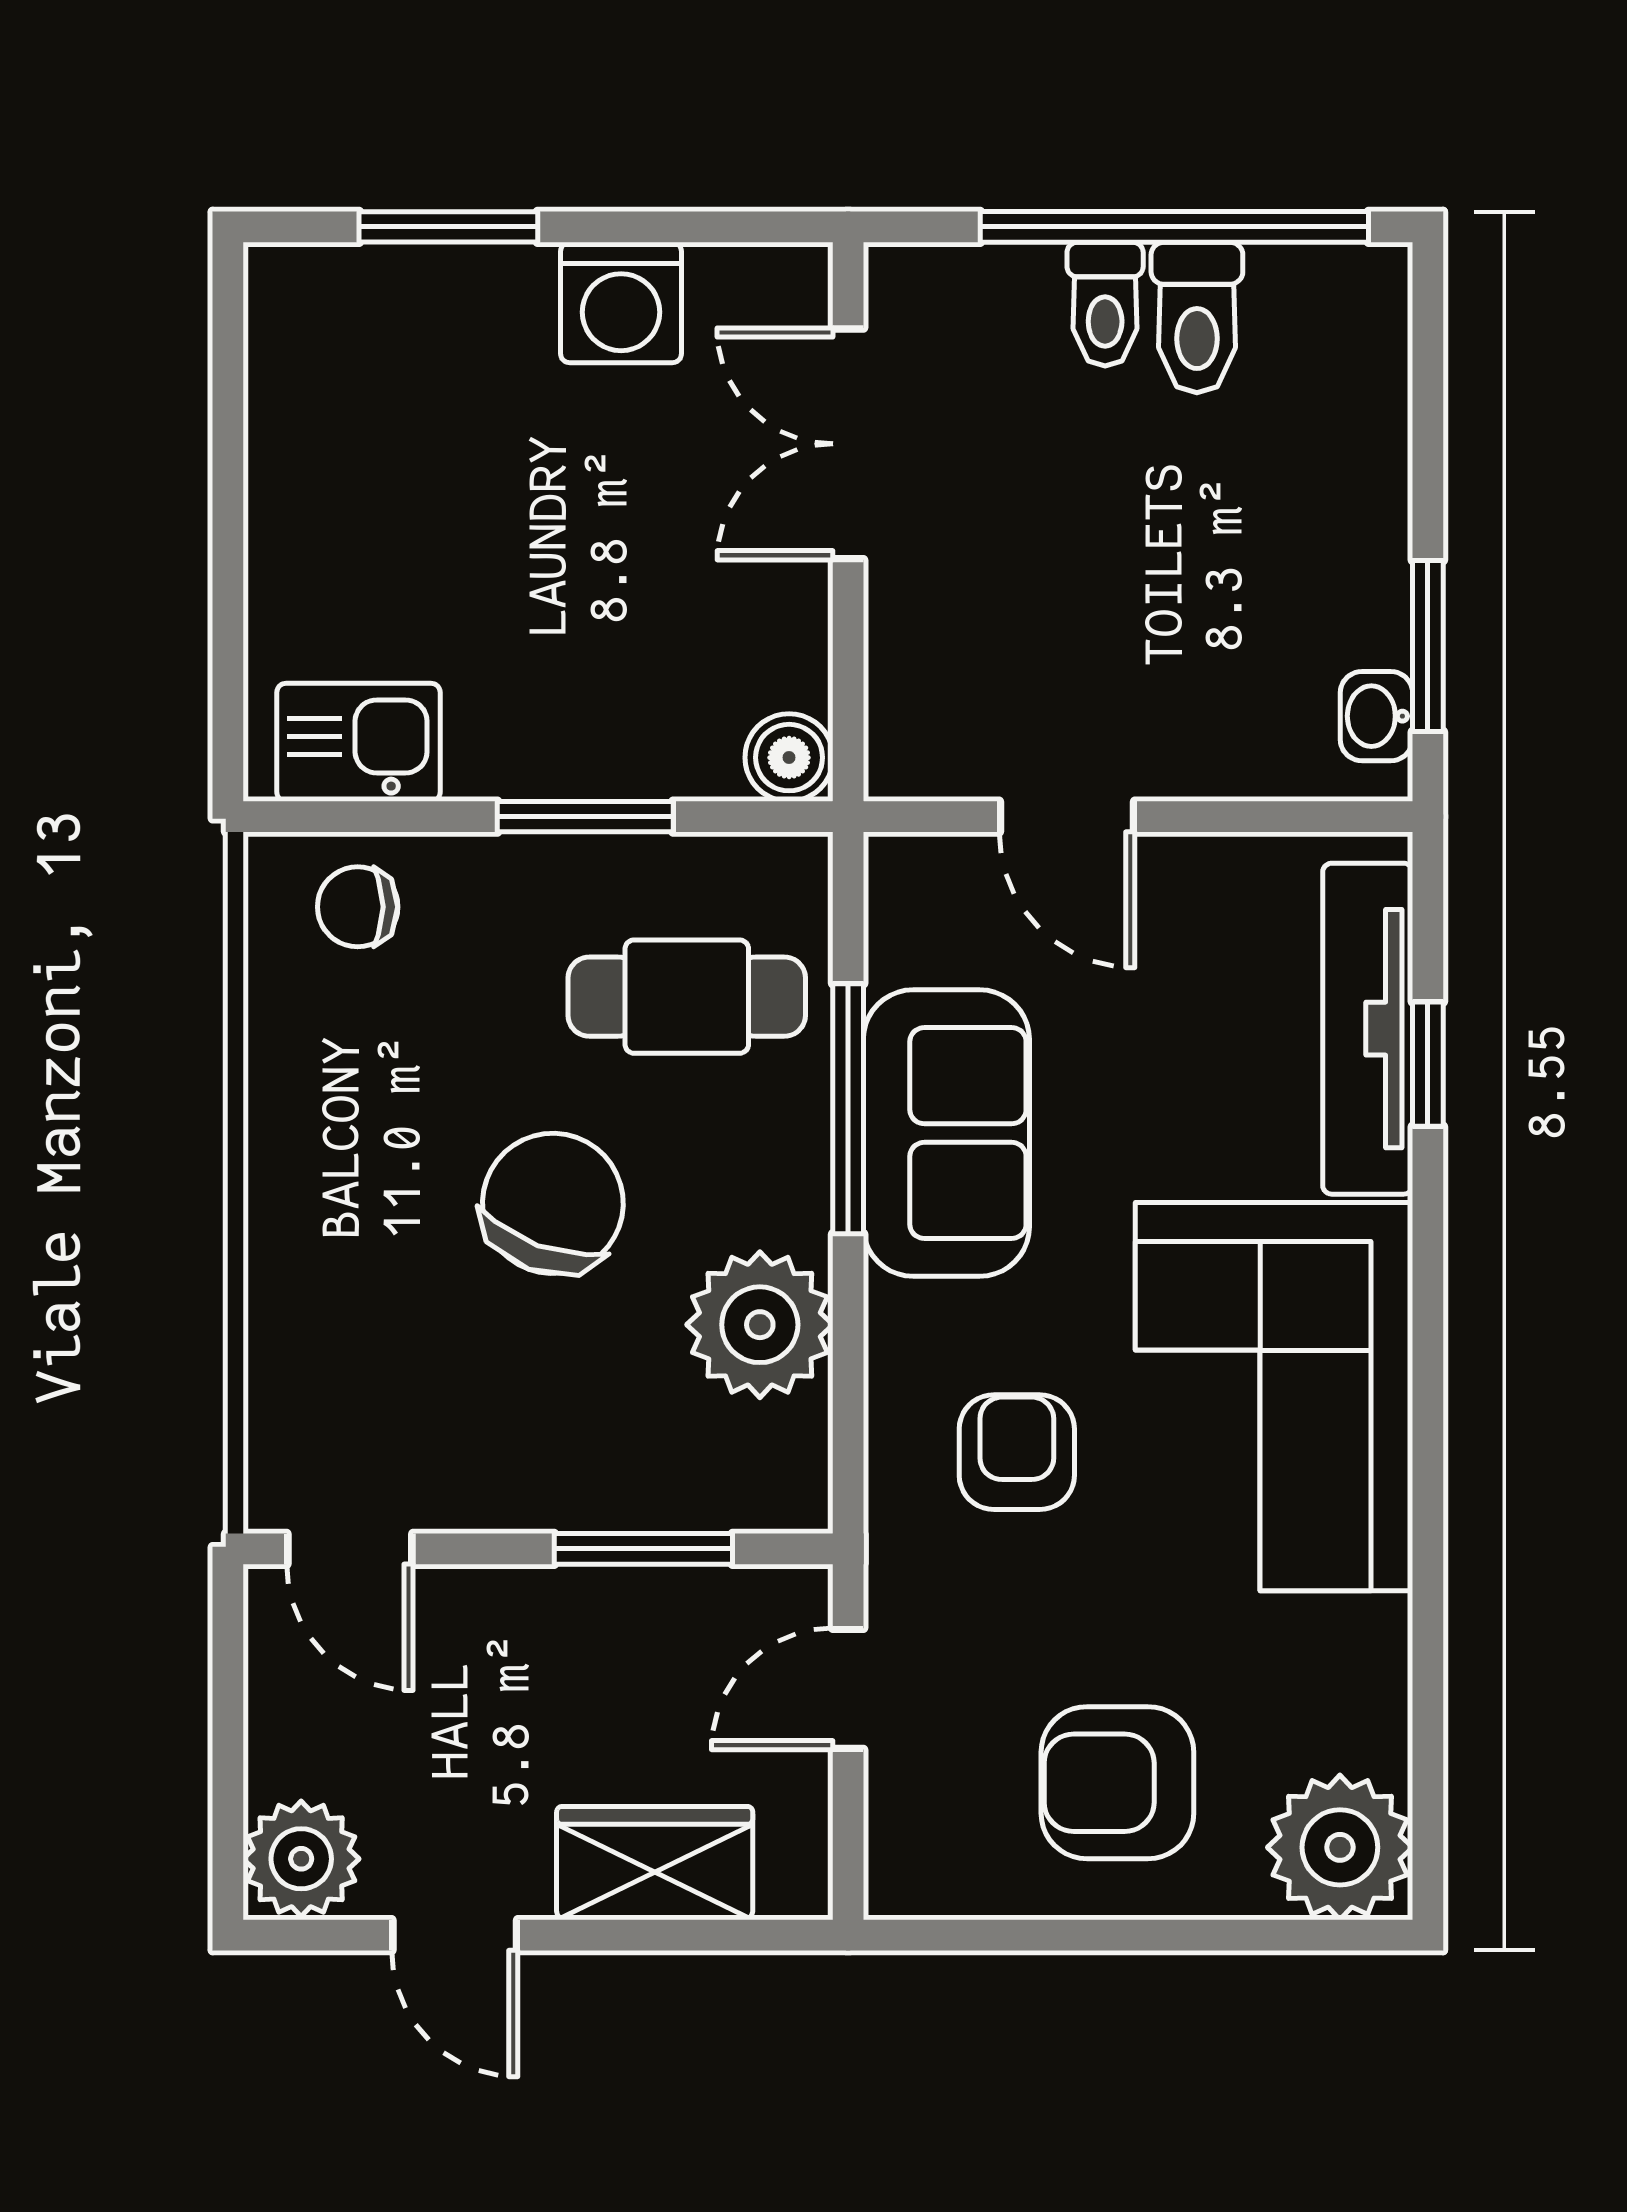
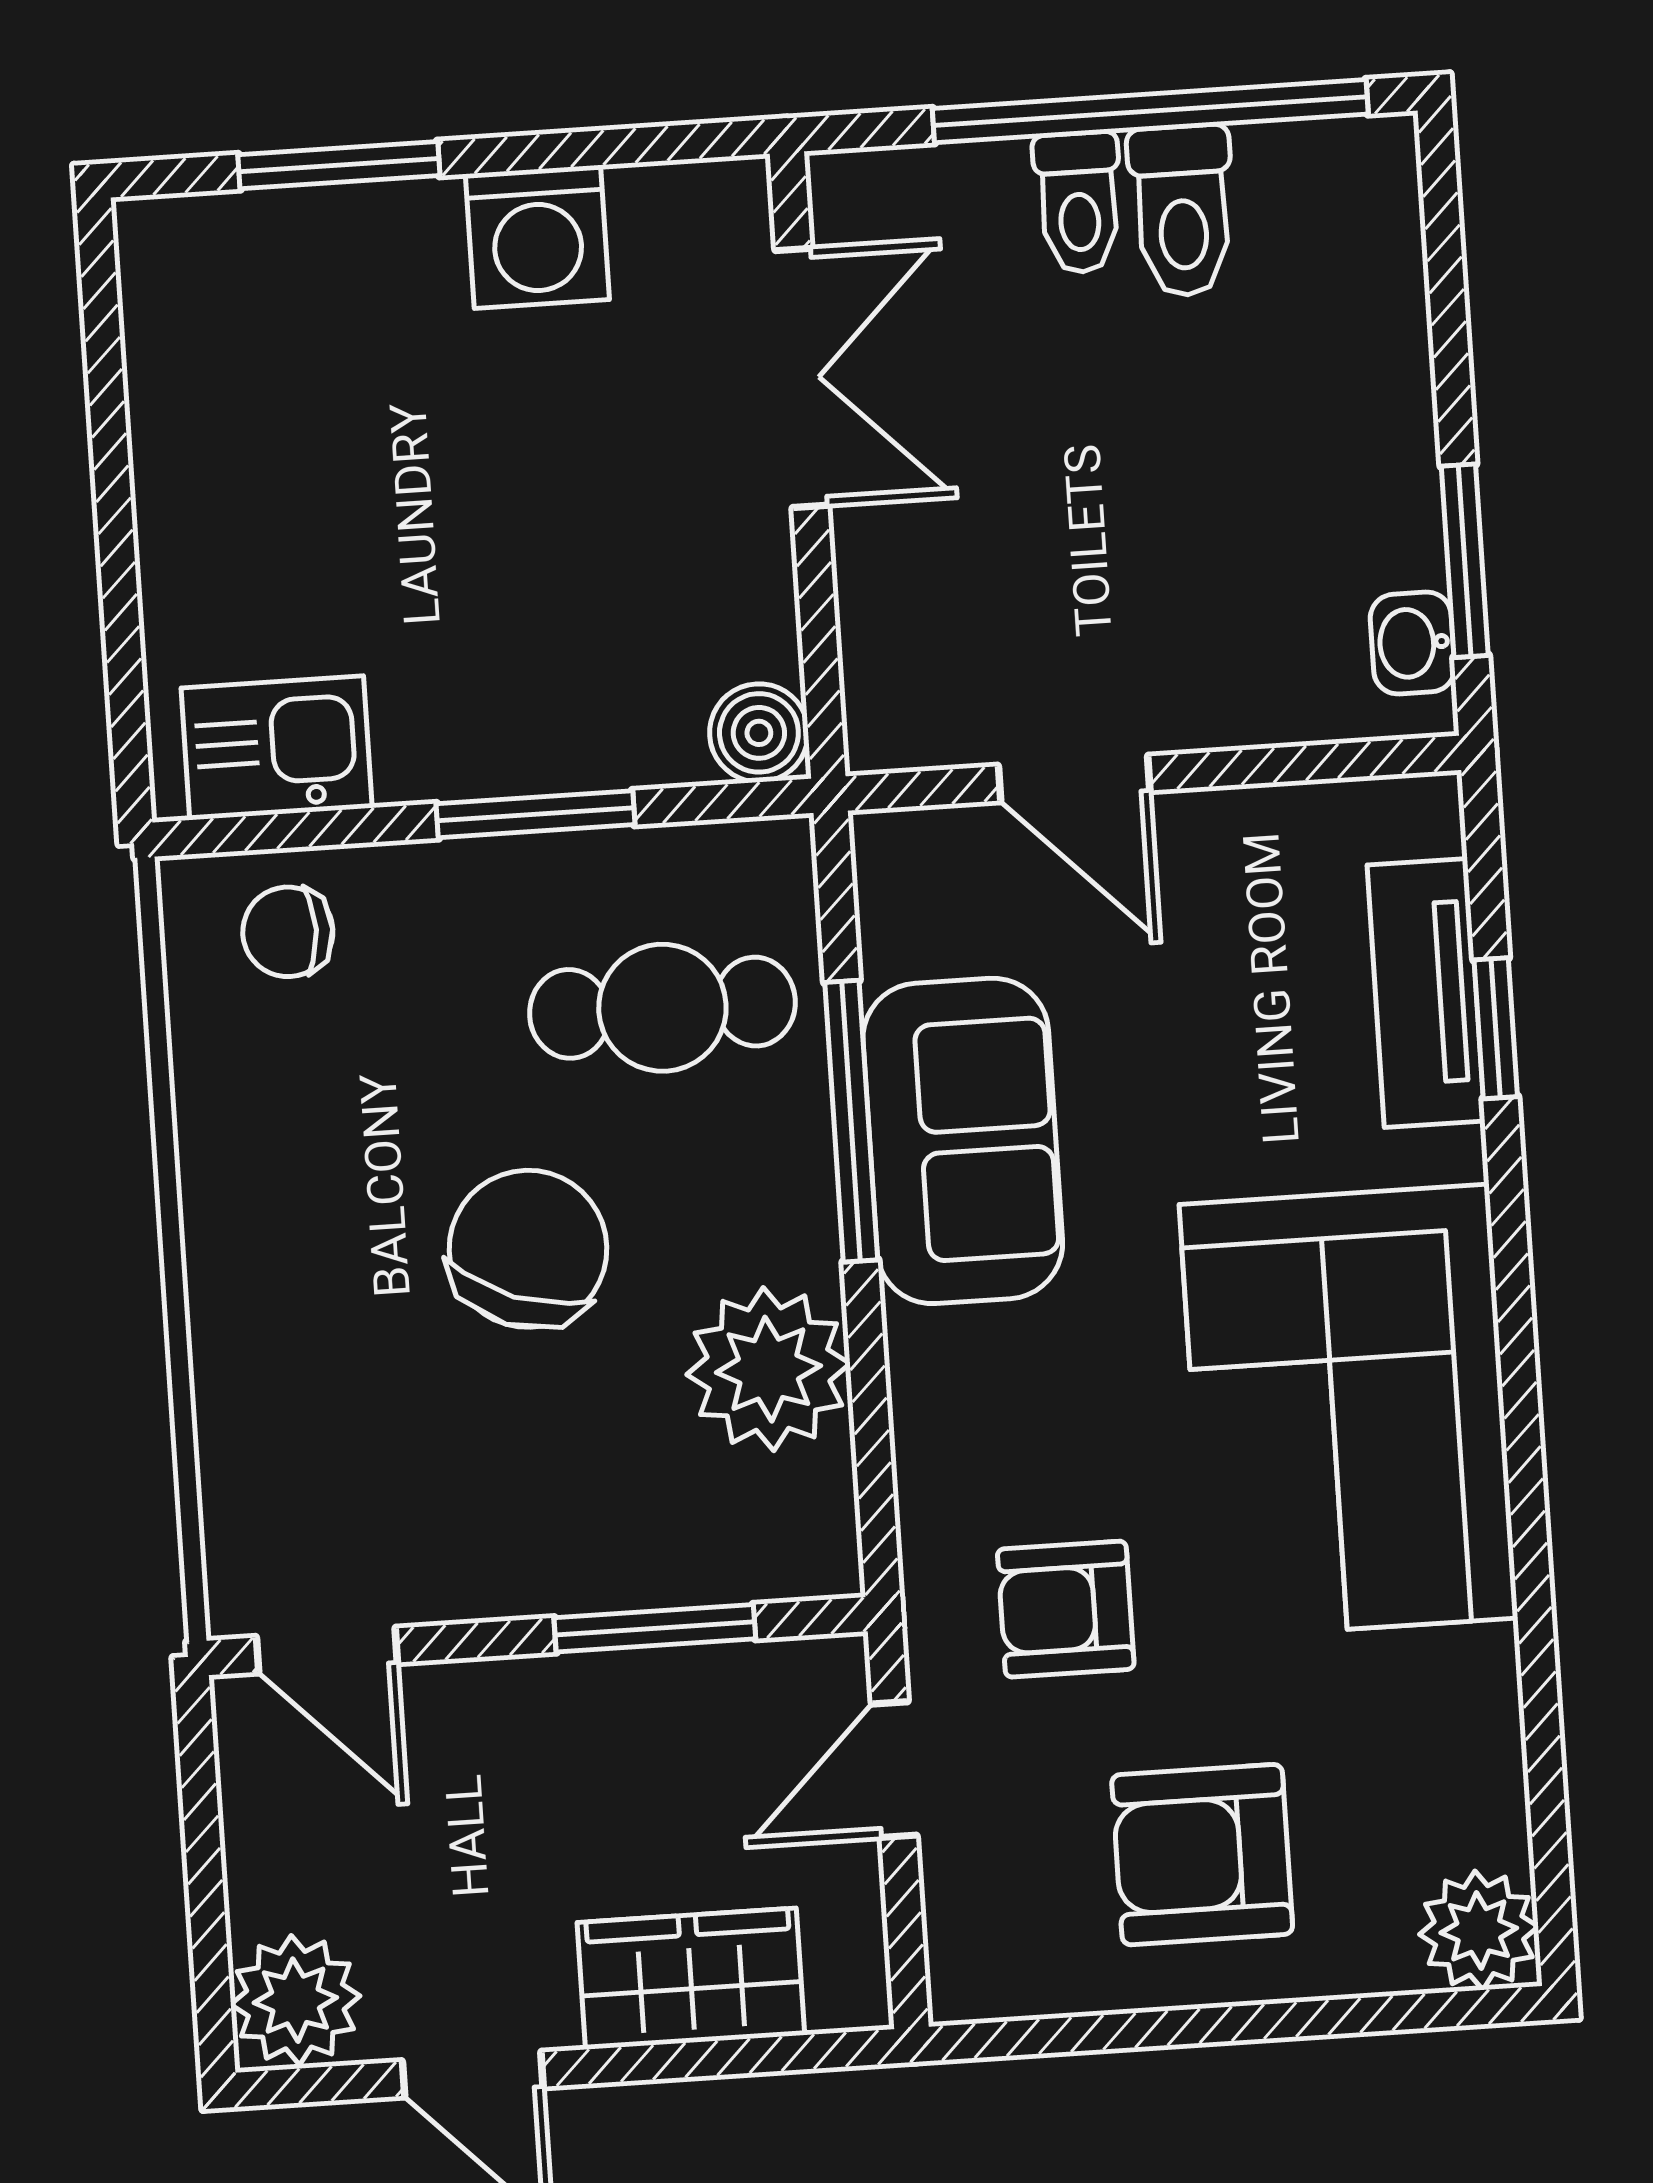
double door: (848, 444) -> (802, 378), swing flipped
tv unit: (1368, 1029) -> (1426, 993), width x0.71
armchair: (1017, 1452) -> (1066, 1609), moved, turned -90
plant: (1340, 1847) -> (1479, 1930), width x0.73, depth x0.73

